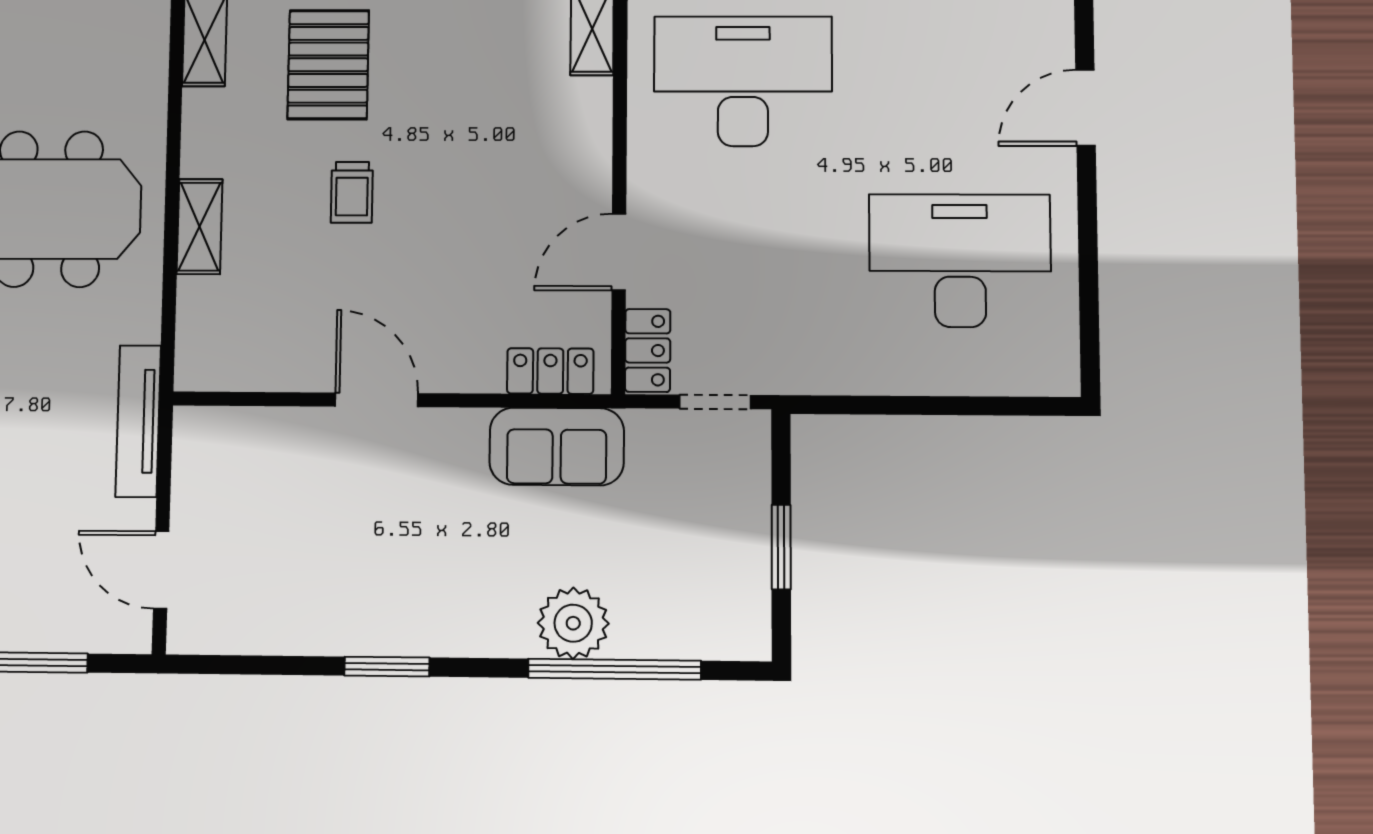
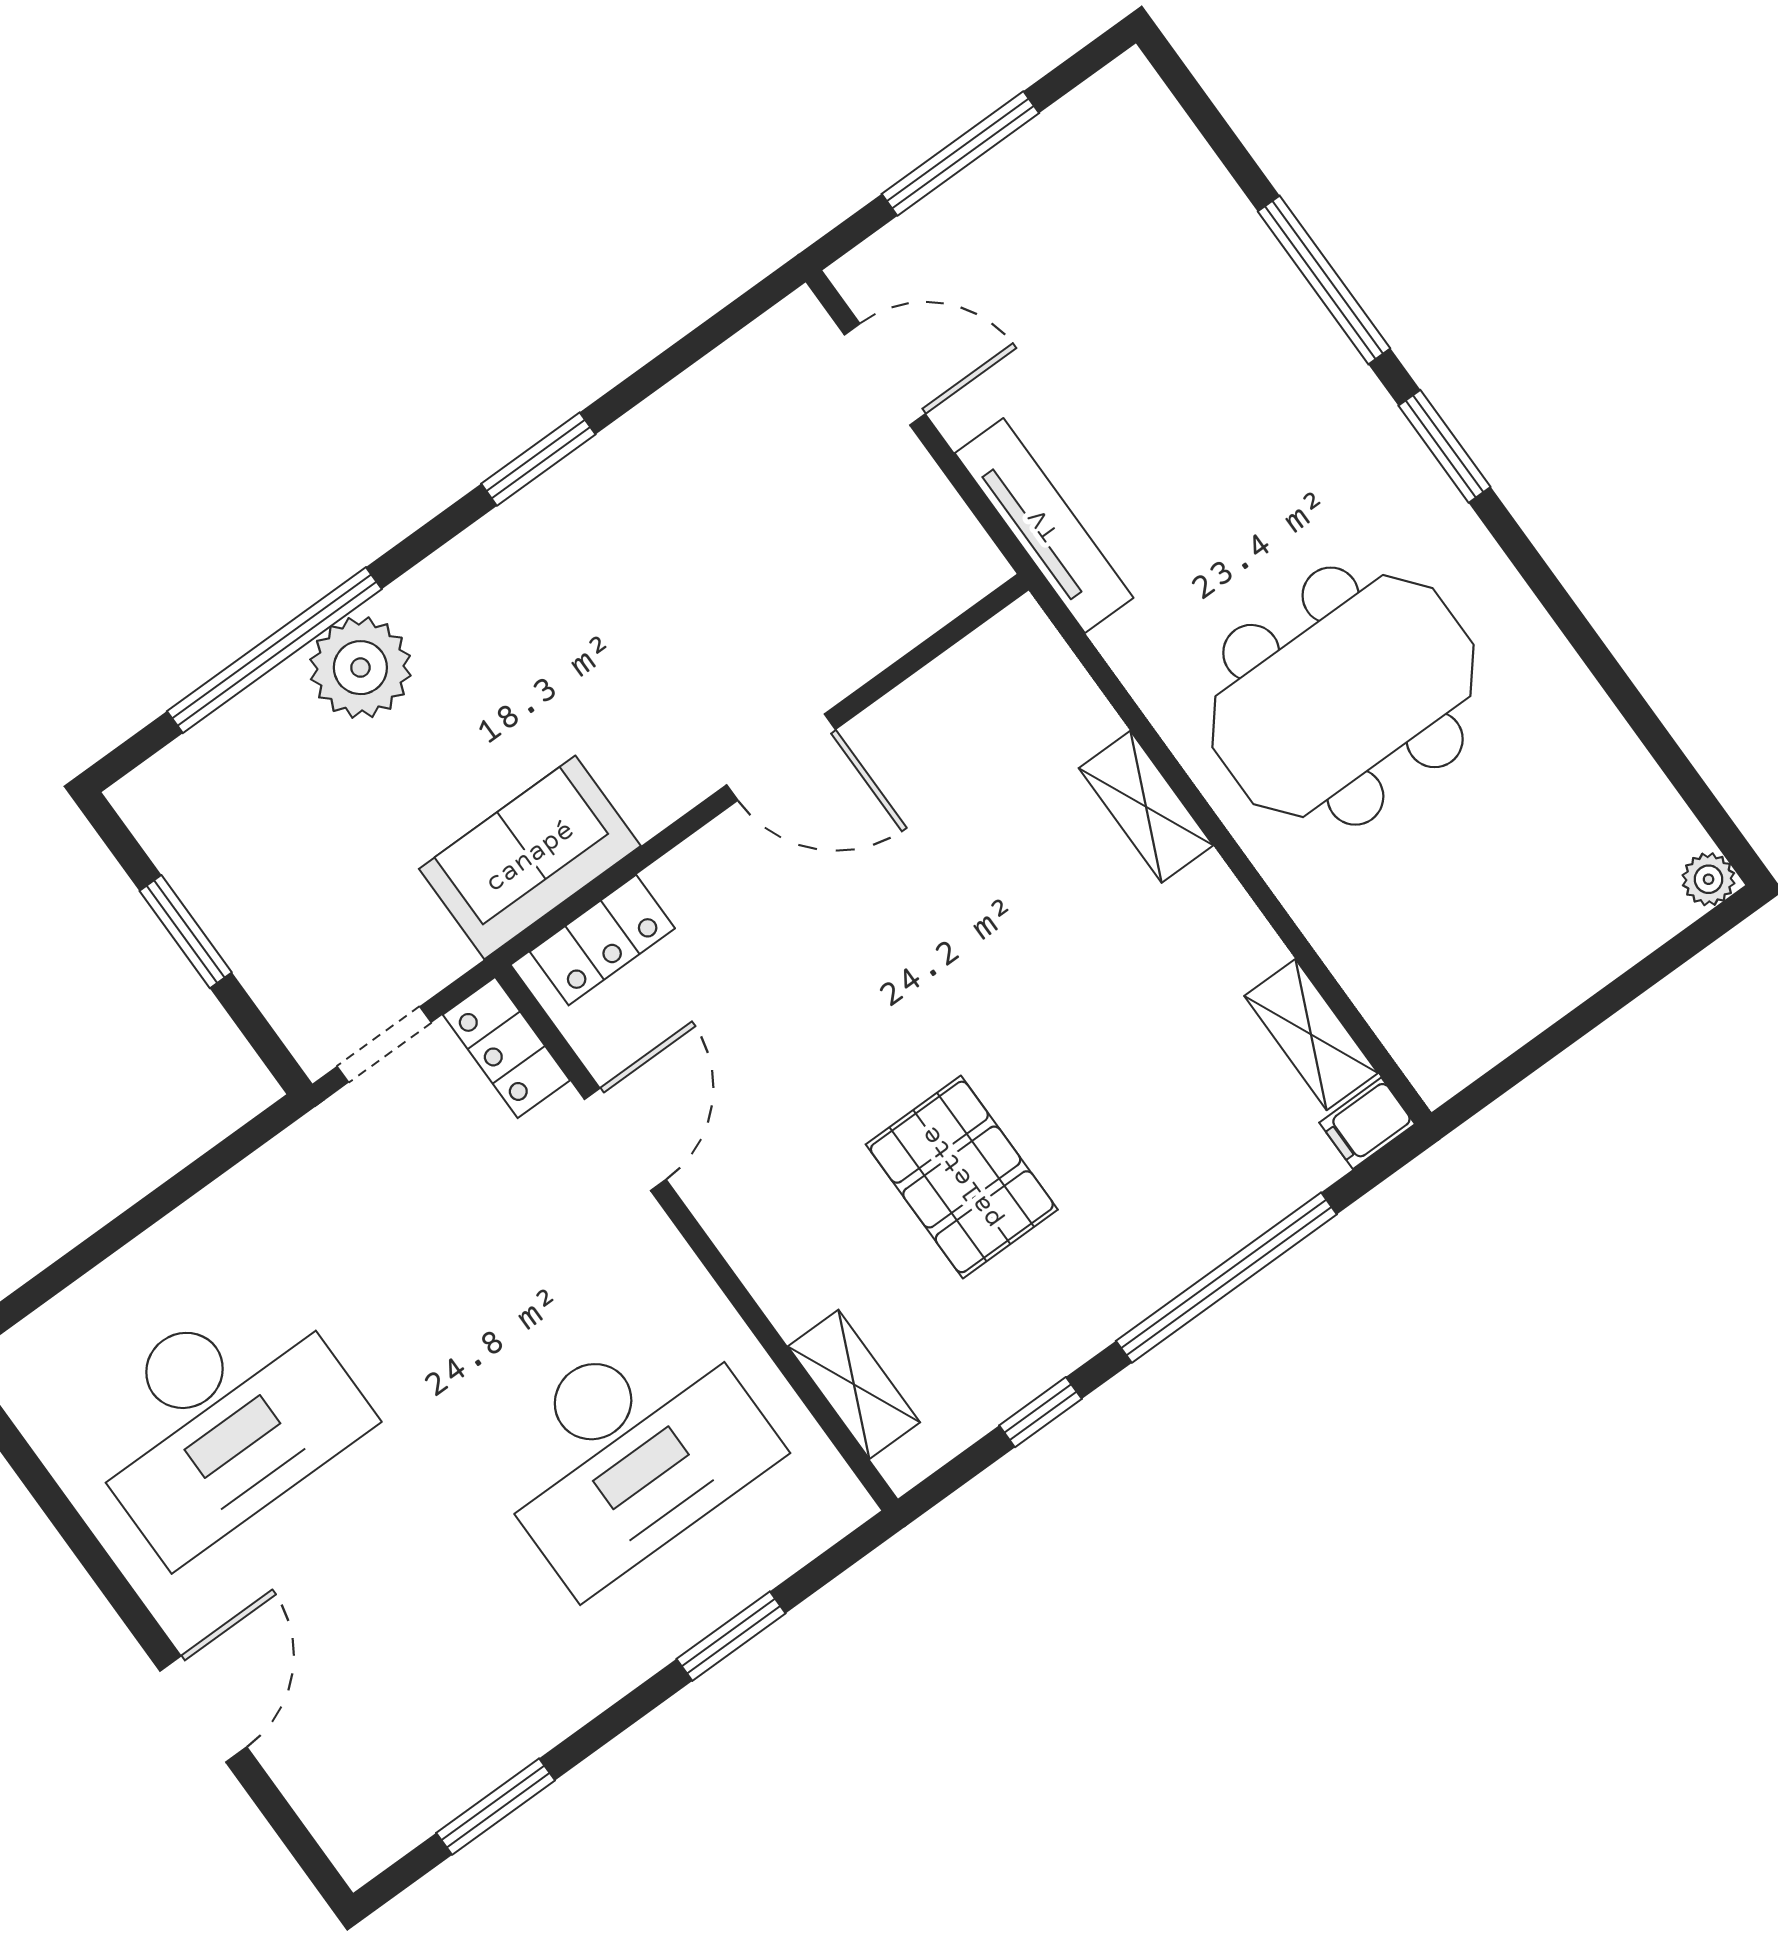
pallet: (328, 65) -> (962, 1177), moved
trolley: (352, 192) -> (995, 980), removed

